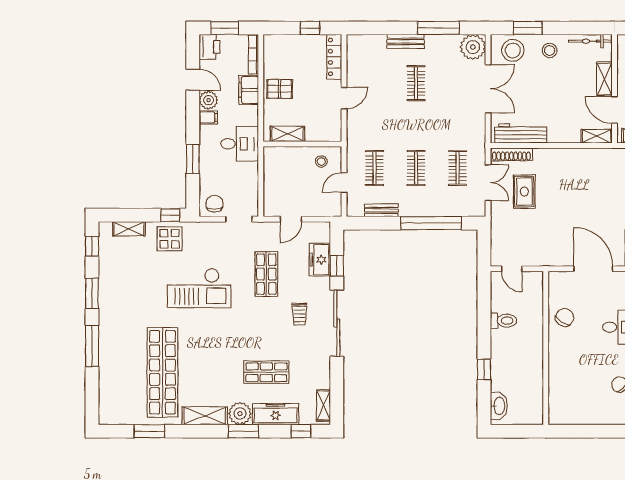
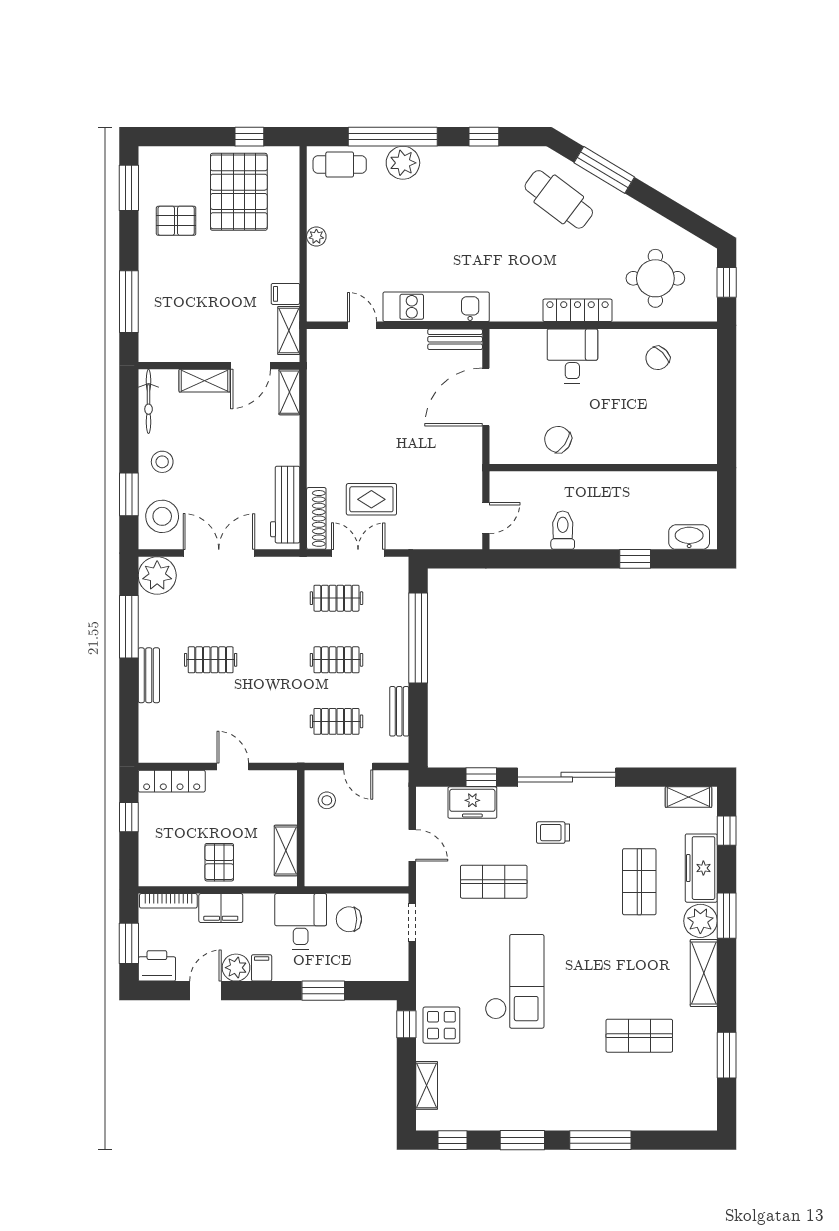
chair: (214, 204) -> (349, 919), moved
trolley: (300, 314) -> (553, 833), turned 180
shop shelf: (163, 372) -> (639, 1036), width x0.50, depth x0.74

